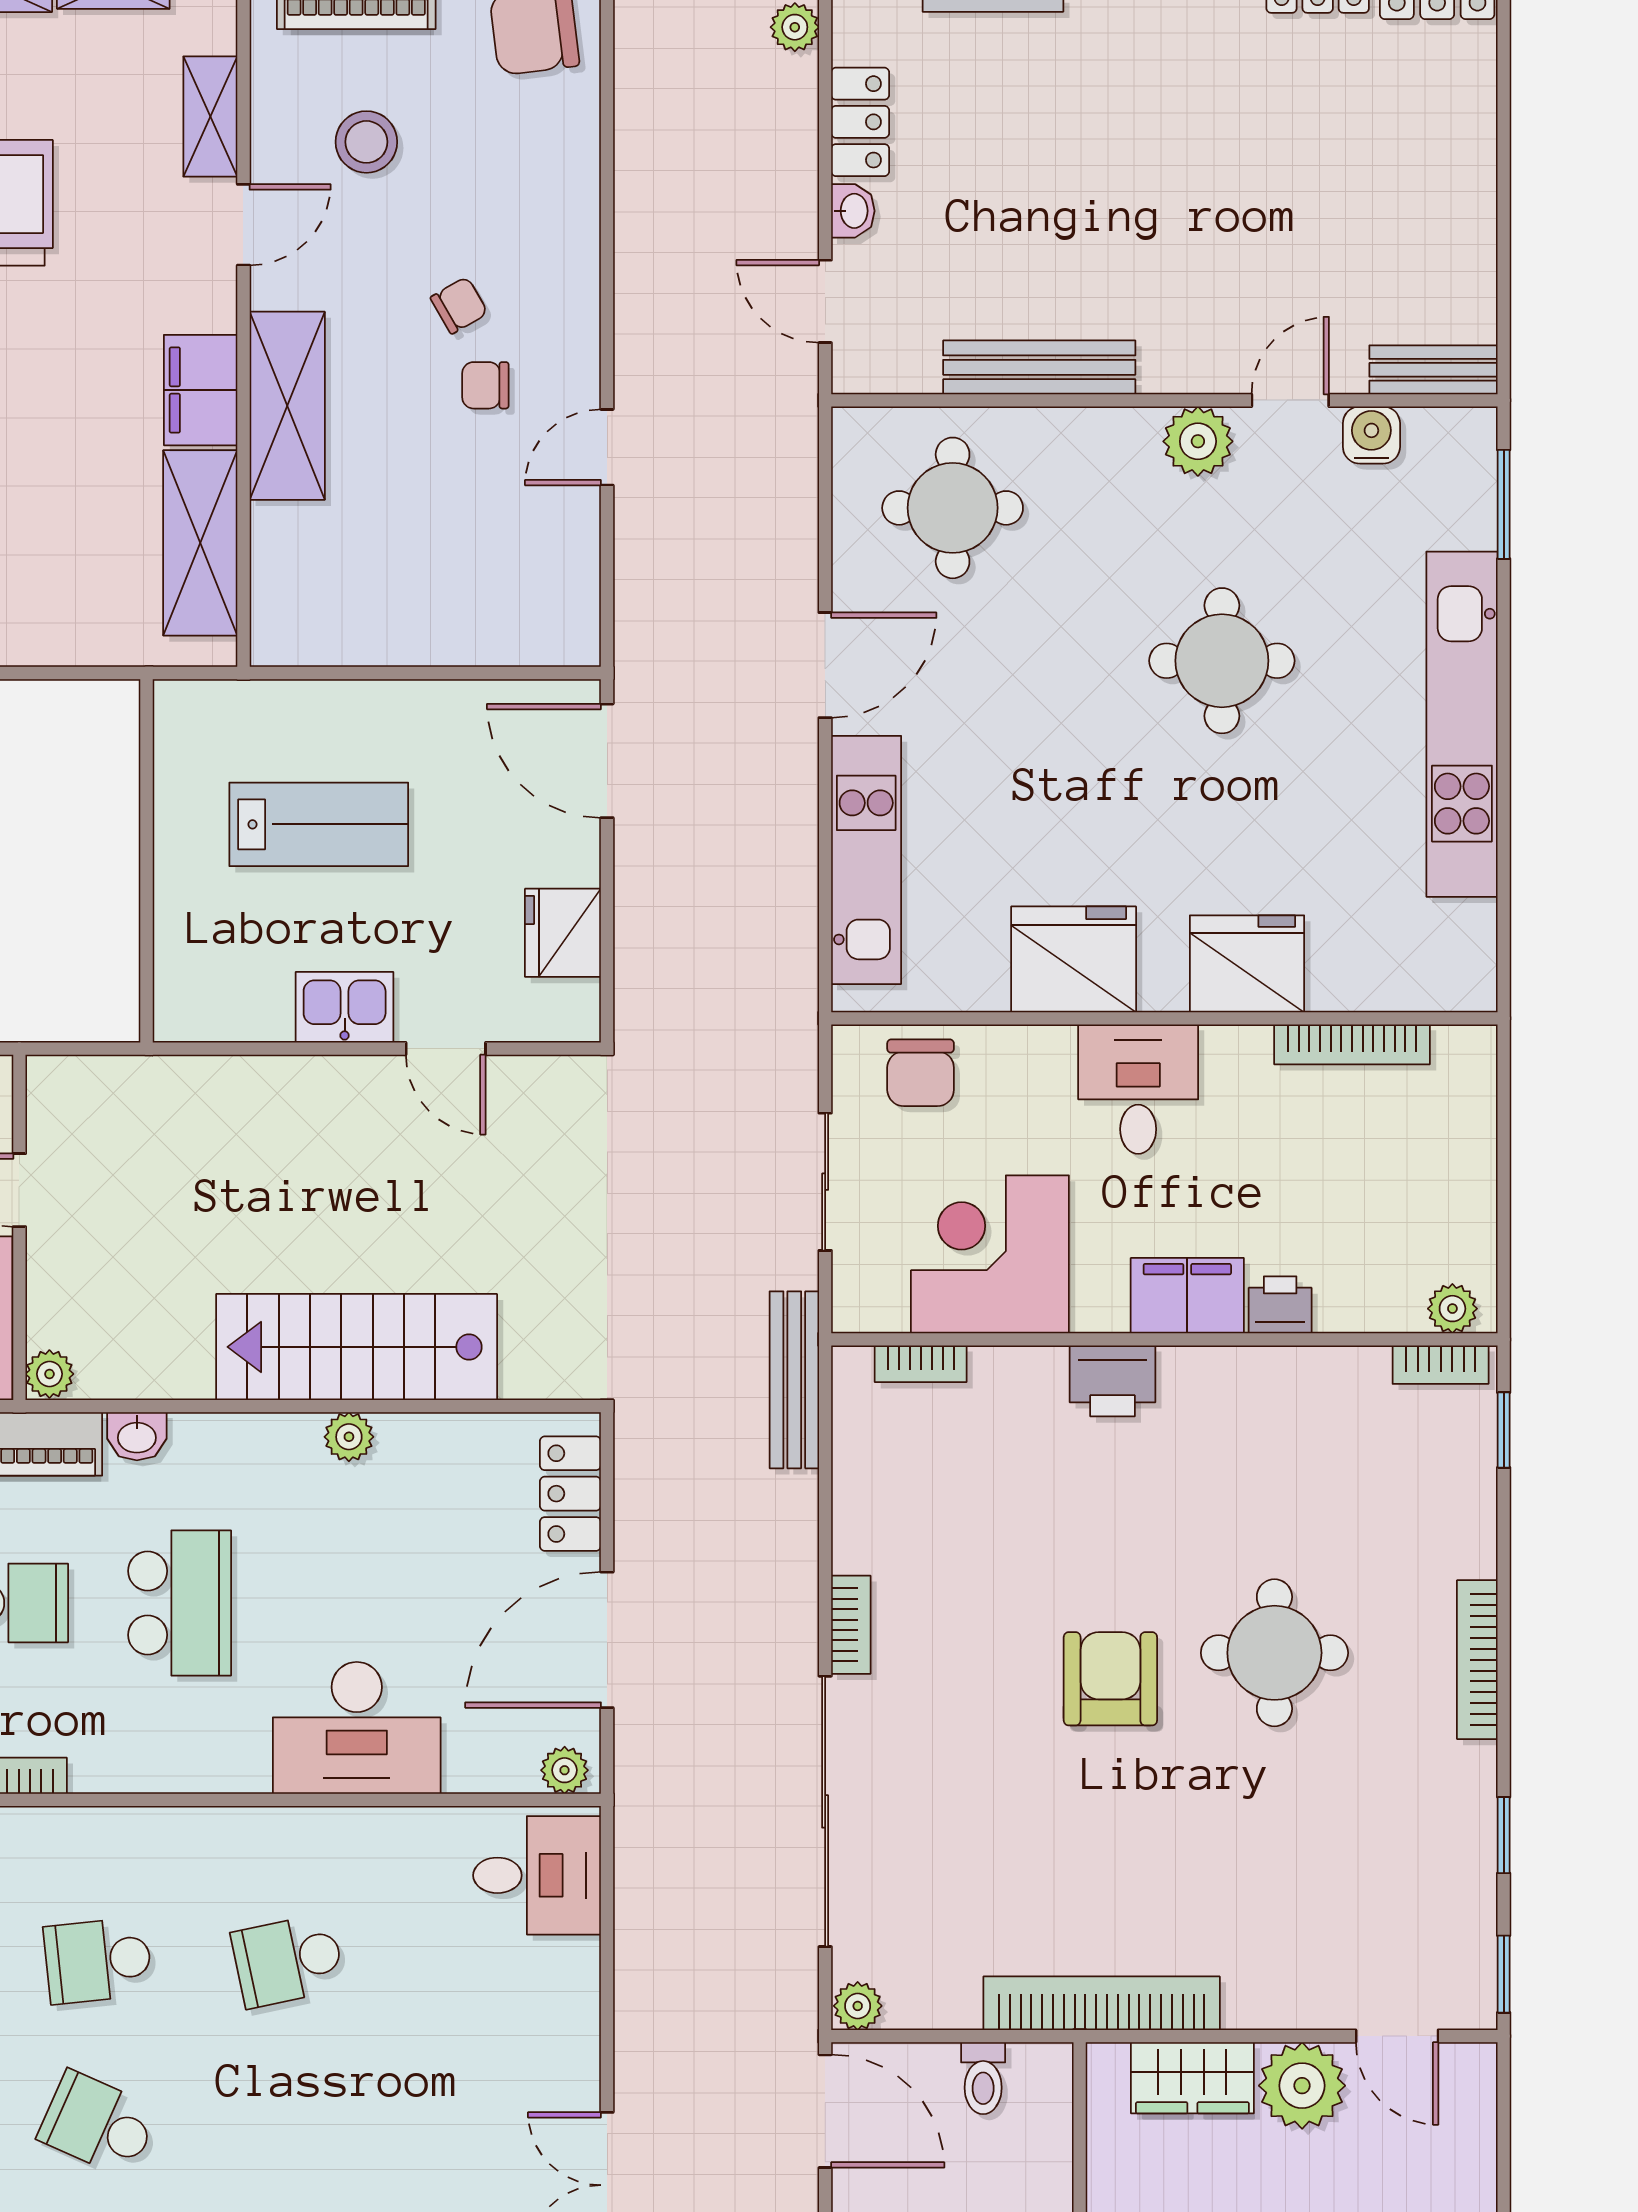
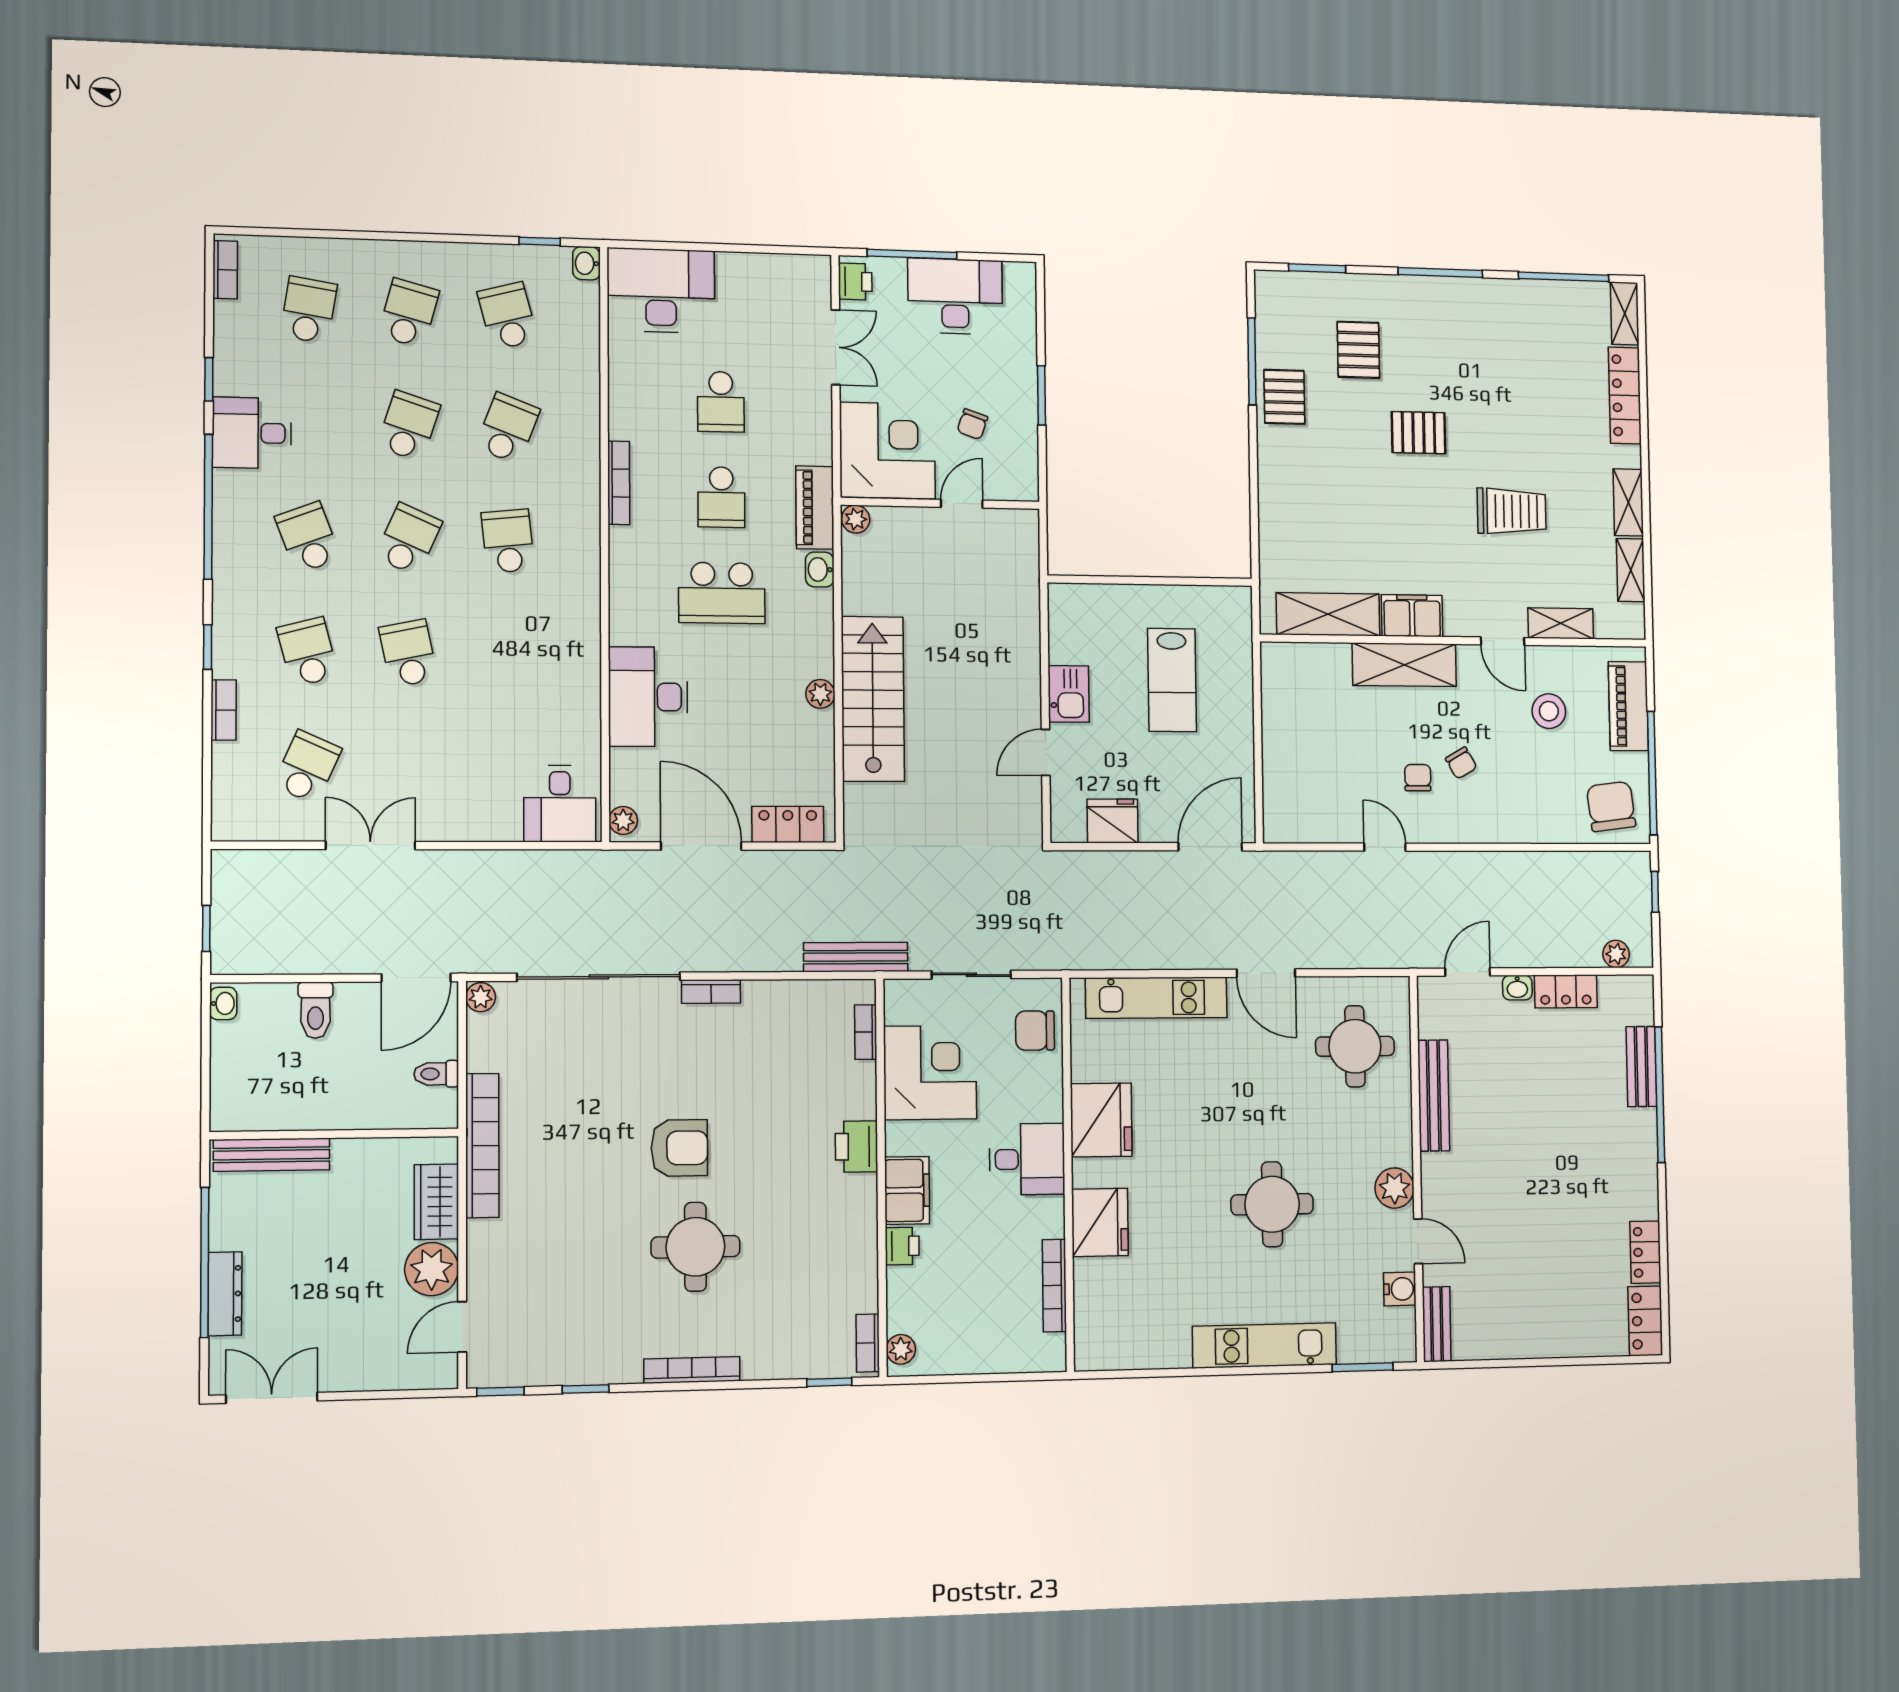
kitchen unit: (1462, 724) -> (1264, 1345), width x0.73
school desk: (288, 1961) -> (408, 653), moved

